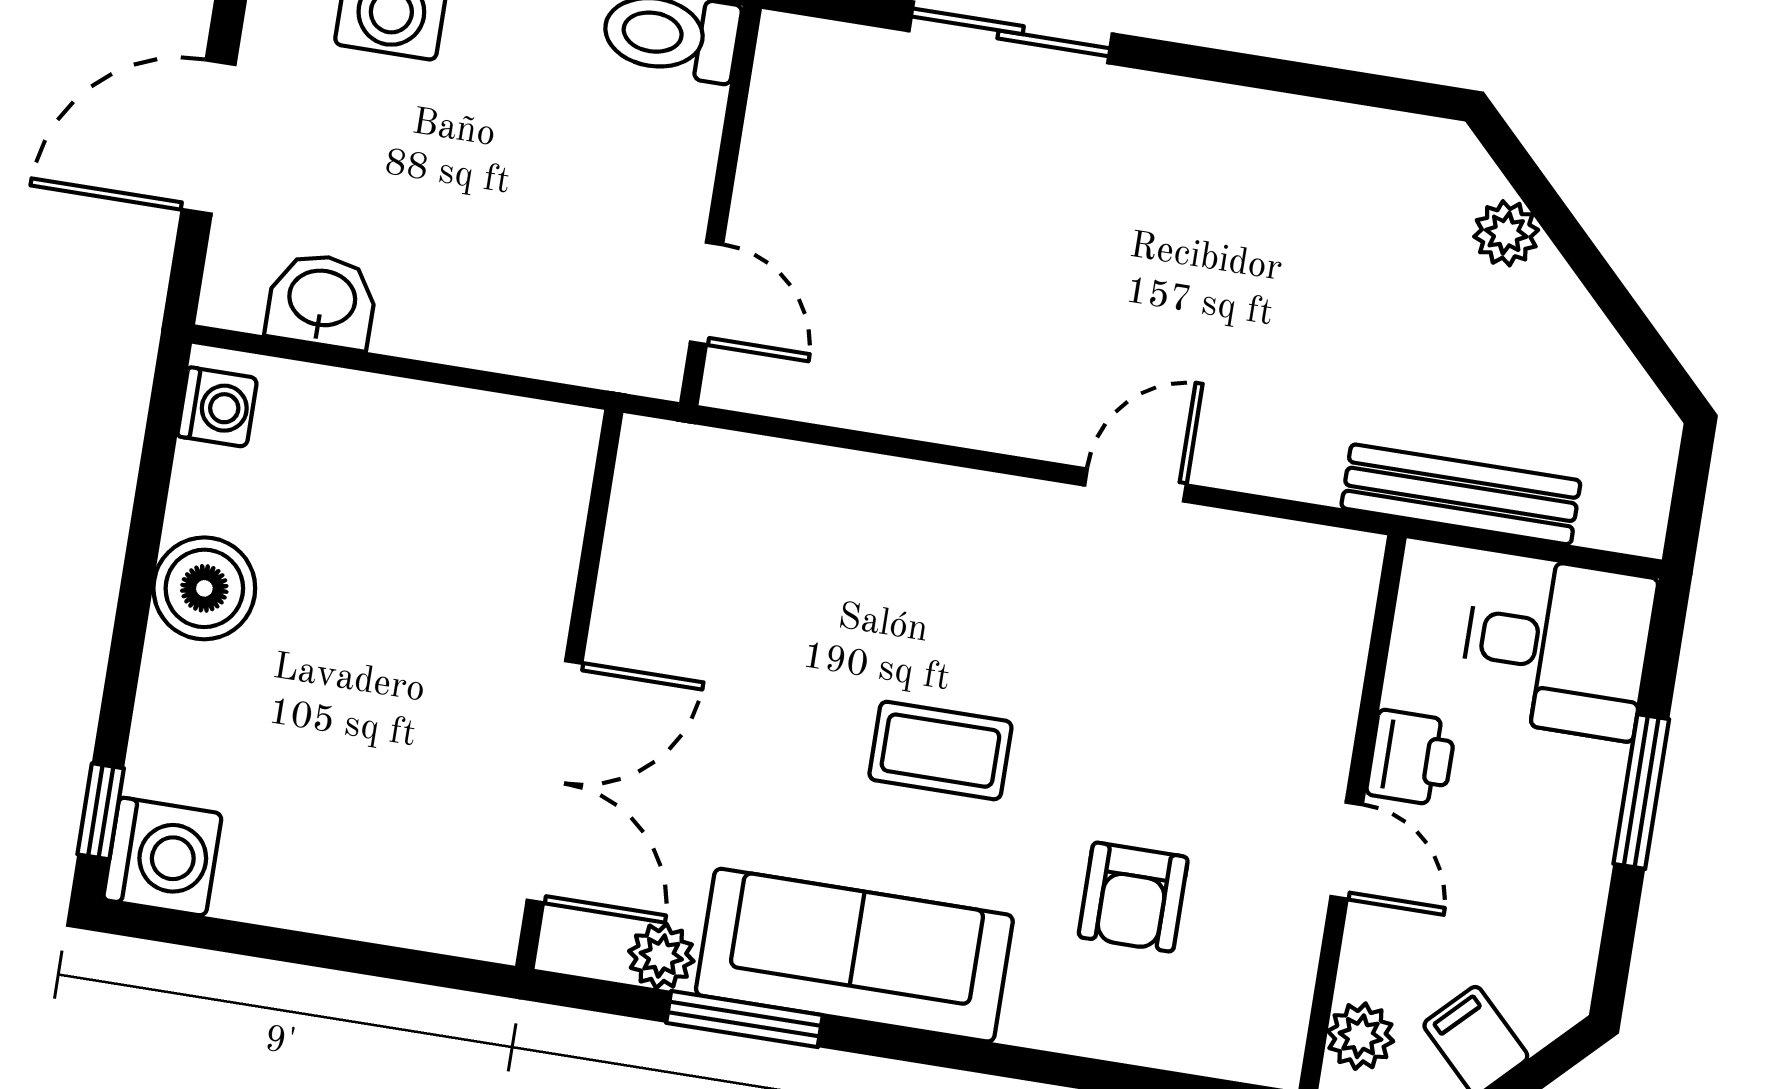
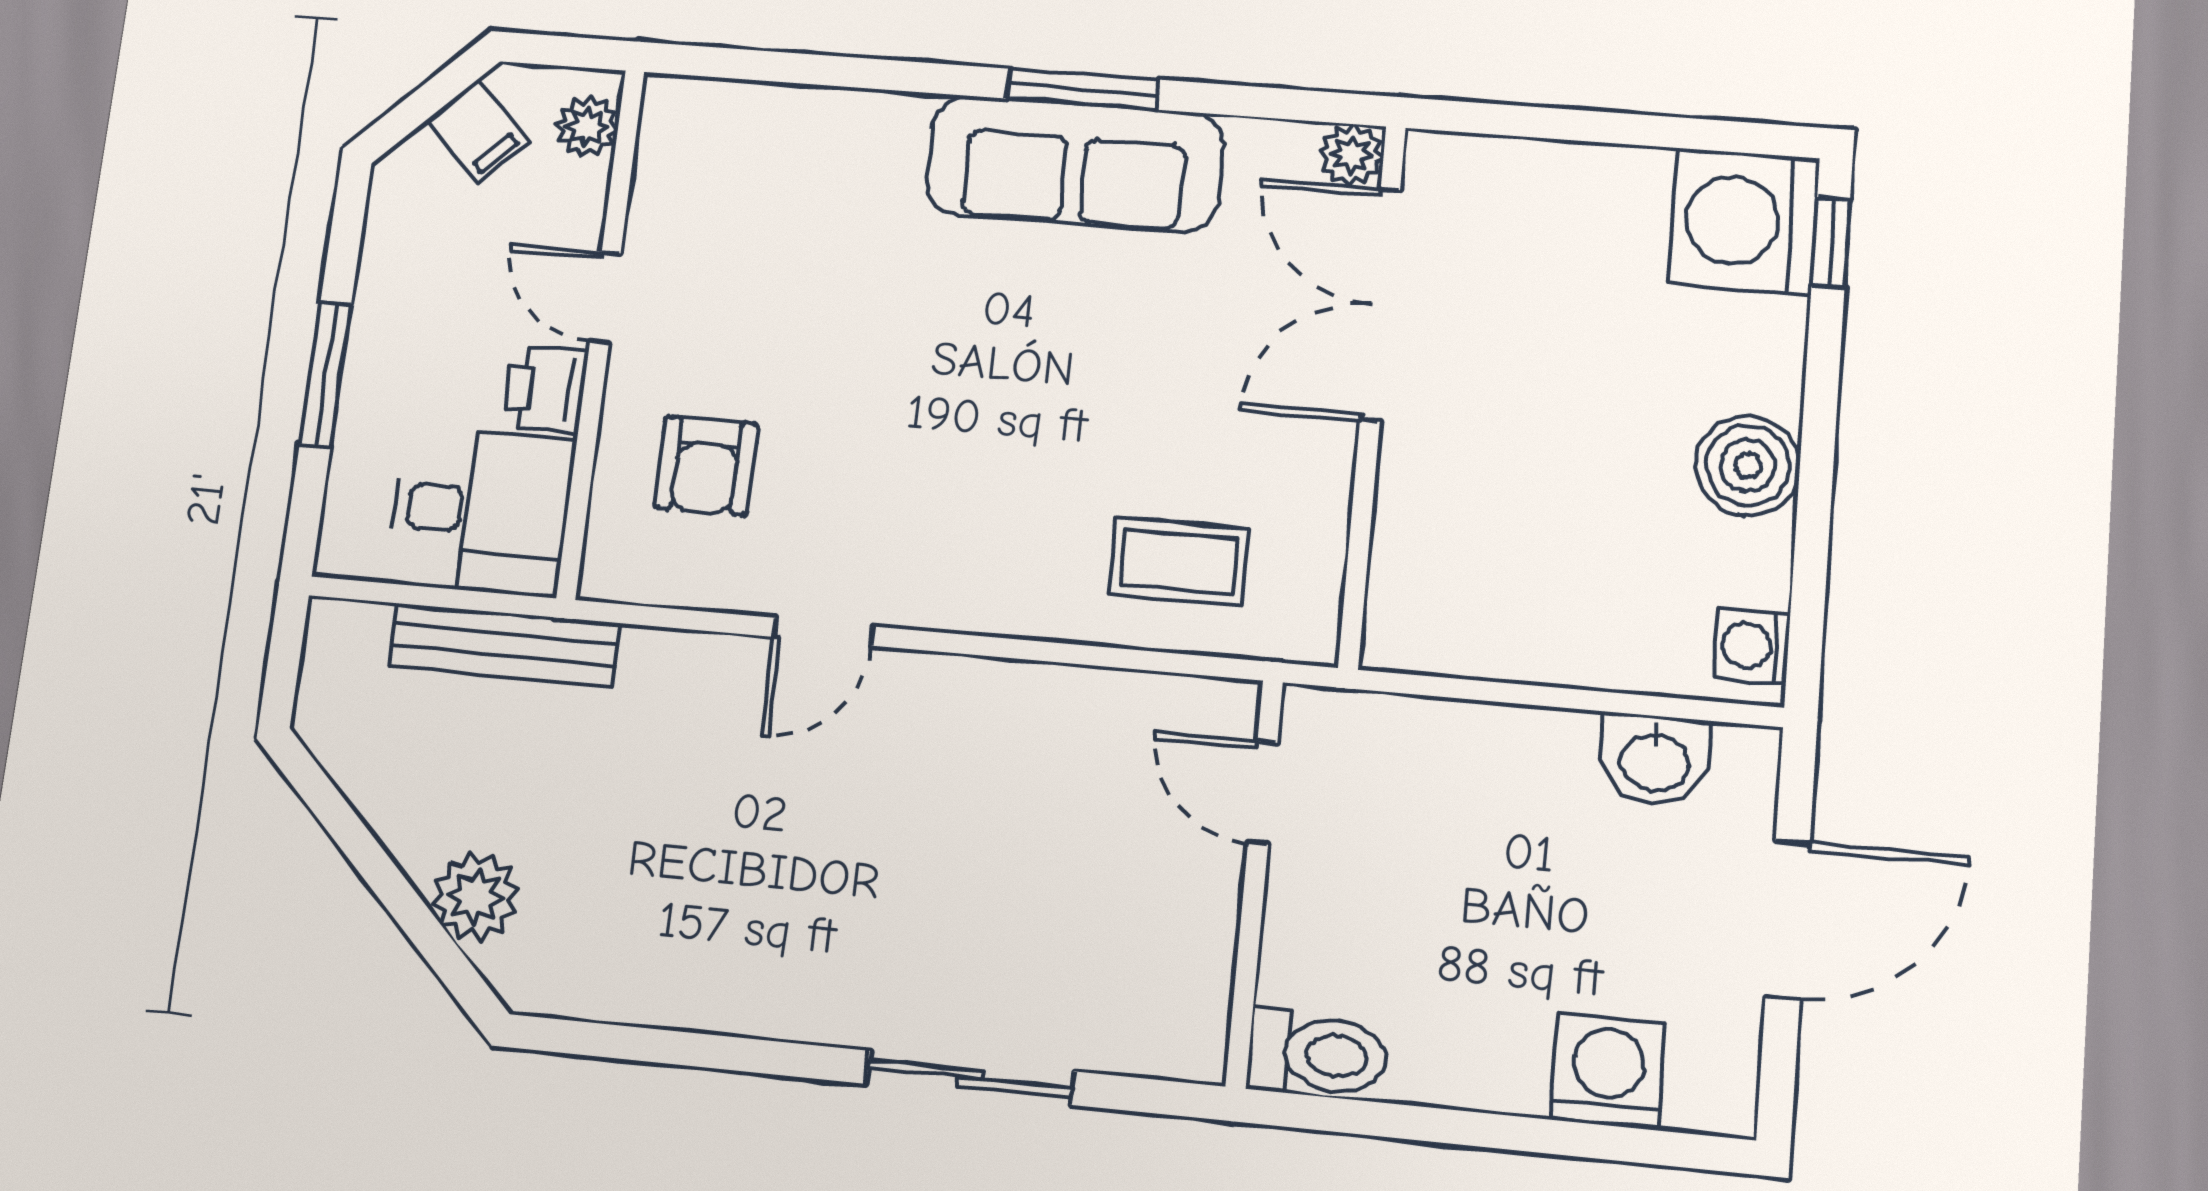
plant: (1506, 233) -> (476, 897), width x1.38, depth x1.38
desk: (1557, 647) -> (481, 511), moved, turned 180
coffee table: (940, 751) -> (1179, 562), moved
washing machine: (163, 857) -> (1744, 221), width x1.37, depth x1.37
armchair: (1133, 897) -> (706, 465), moved, turned 180
plant: (661, 956) -> (1351, 155), moved
window: (744, 1019) -> (1083, 89), moved

